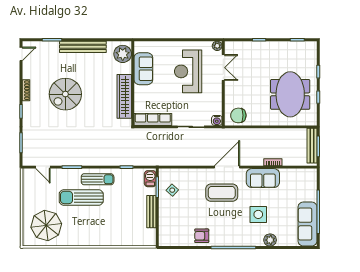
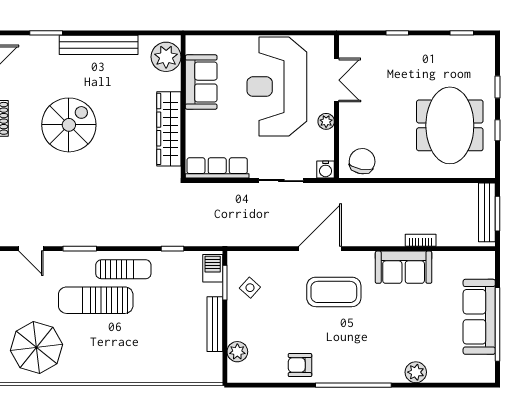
plant: (217, 46) -> (326, 121), moved
reception desk: (188, 71) -> (277, 87), width x1.36, depth x1.30
spiral stairs: (65, 94) -> (69, 125), turned 180
chair: (238, 115) -> (362, 161), turned 101
door: (227, 167) -> (320, 249), moved
side table: (258, 214) -> (396, 329), removed
sofa: (308, 224) -> (479, 317), moved
plant: (165, 228) -> (237, 352), added

